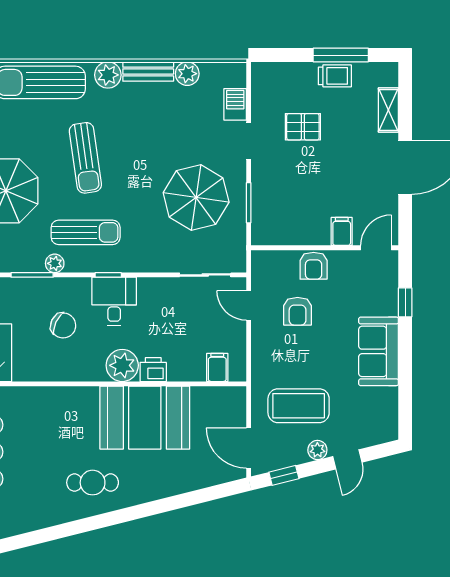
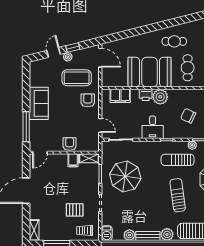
trolley: (335, 76) -> (85, 230), moved
barbecue: (235, 104) -> (107, 233), moved
shelving: (388, 110) -> (34, 230), moved
filing cabinet: (342, 231) -> (73, 160), moved
shelving: (272, 236) -> (89, 158), added
desk: (114, 301) -> (153, 127), moved
window: (405, 302) -> (26, 127), width x2.17
armchair: (298, 311) -> (88, 100), moved
filing cabinet: (217, 367) -> (120, 96), width x2.00
cafe table: (64, 427) -> (188, 68), added
window: (284, 475) -> (73, 48), moved

